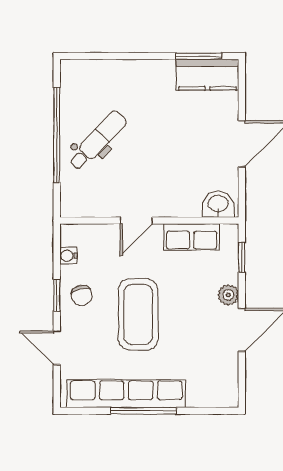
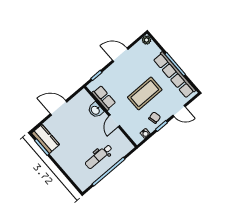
dental chair: (98, 140) -> (99, 157), turned -43
washbasin: (218, 204) -> (96, 110), moved
door: (136, 221) -> (114, 121), swing flipped
plant: (228, 295) -> (147, 40), moved
door: (57, 348) -> (179, 111), hinge flipped

